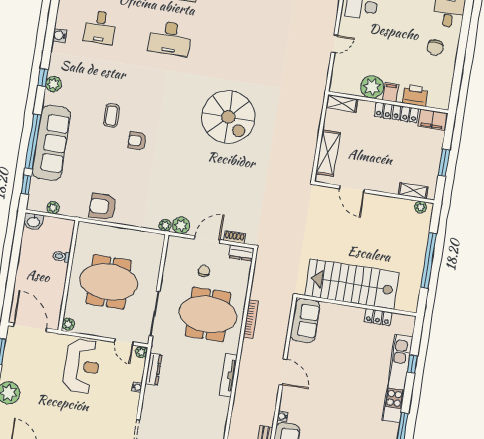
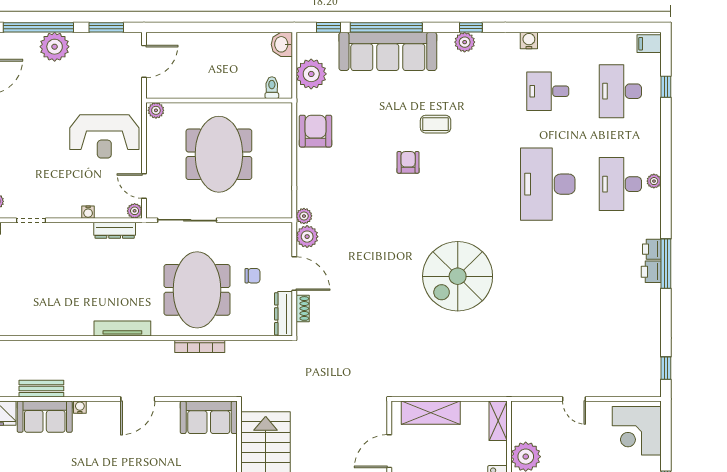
desk: (170, 38) -> (548, 184), width x1.36, depth x1.30
plant: (53, 208) -> (311, 74), width x1.88, depth x1.88
dresser: (241, 253) -> (284, 314), width x1.44
toilet: (61, 256) -> (272, 88), moved
door: (30, 327) -> (144, 61), width x0.73
door: (124, 342) -> (144, 186), hinge flipped

